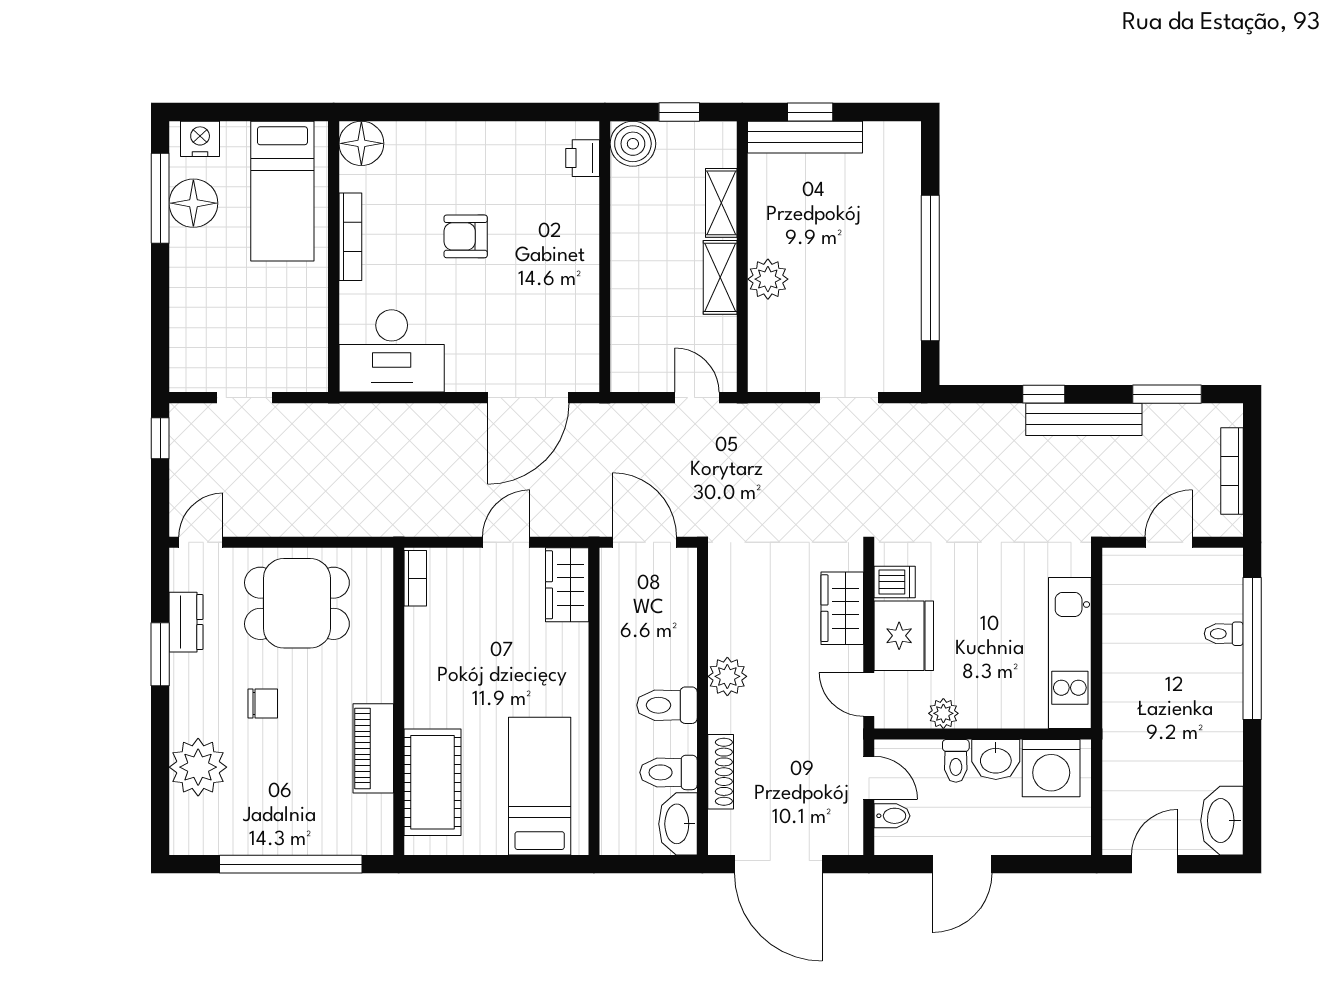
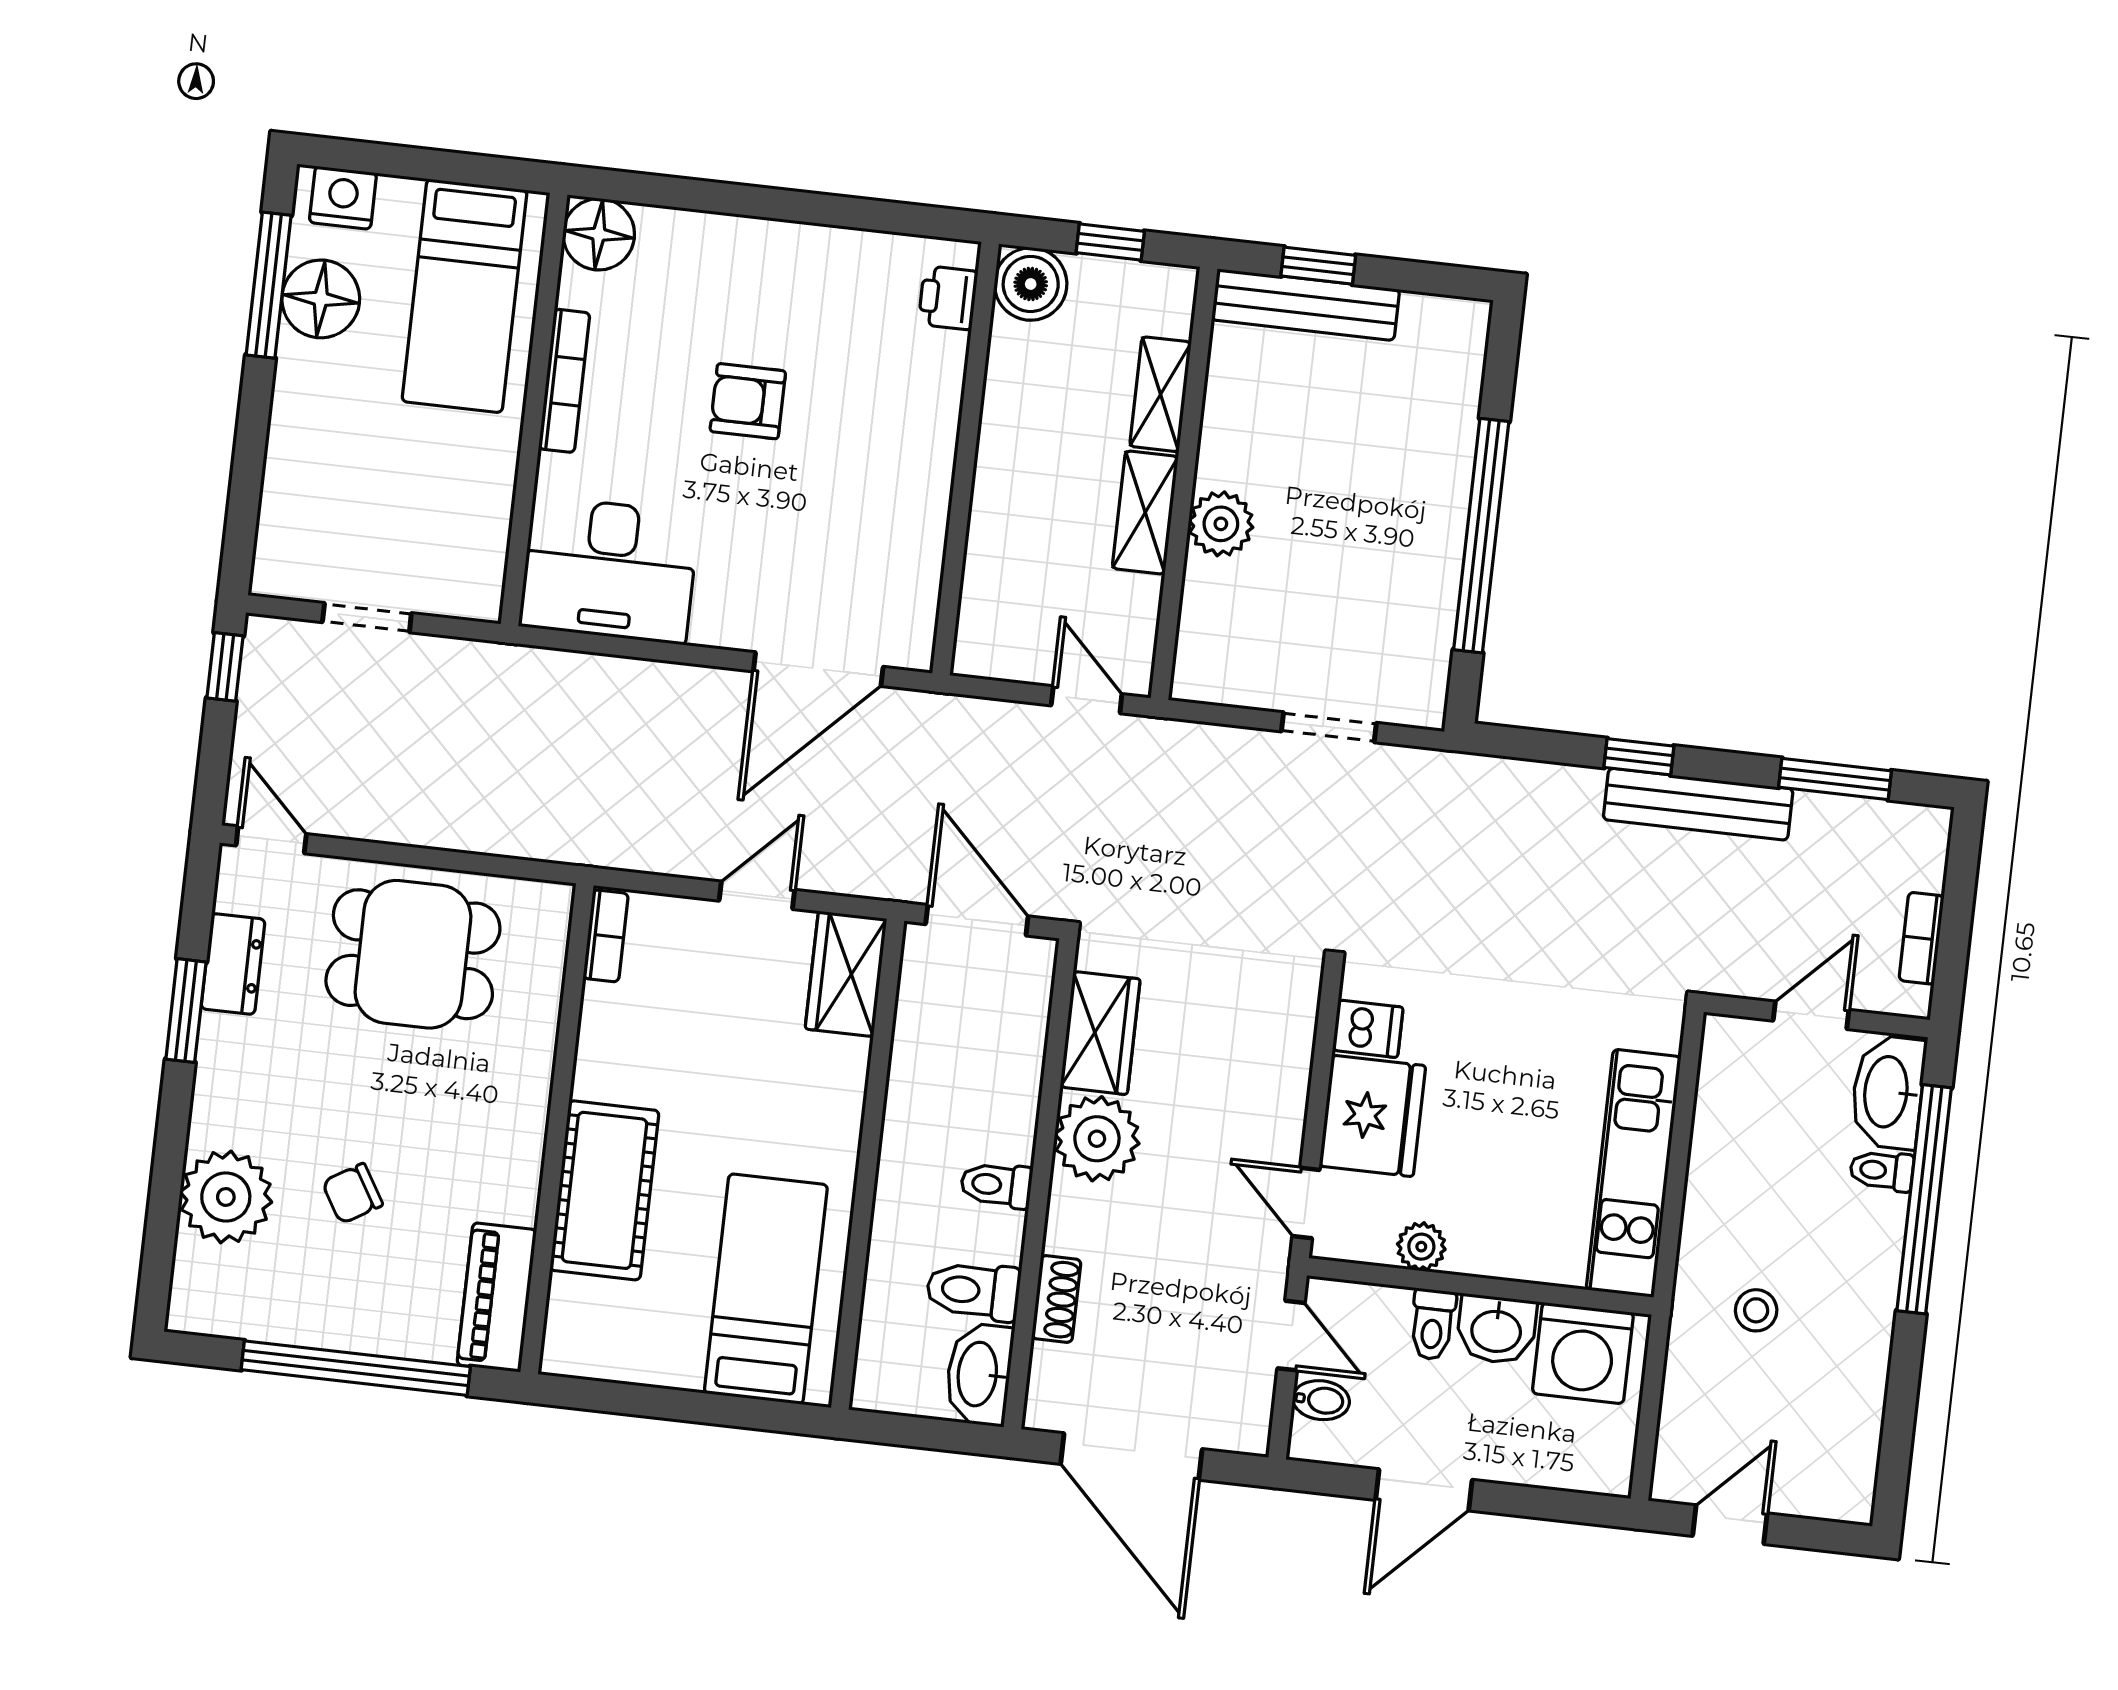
bookcase: (1232, 471) -> (1921, 938), width x0.64
door: (201, 542) -> (271, 840), hinge flipped
wardrobe: (842, 608) -> (1100, 1033), moved, turned 180
plant: (727, 676) -> (1097, 1139), width x1.36, depth x1.36
chair: (263, 704) -> (352, 1193), moved, turned 149
toilet: (667, 705) -> (996, 1185), width x0.73, depth x0.72
stool: (1156, 729) -> (1756, 1310), added
piano: (373, 748) -> (497, 1297), moved
shoe rack: (721, 772) -> (1056, 1299), width x0.70
cot: (433, 782) -> (604, 1190), moved
washbasin: (1222, 821) -> (1888, 1092), moved

